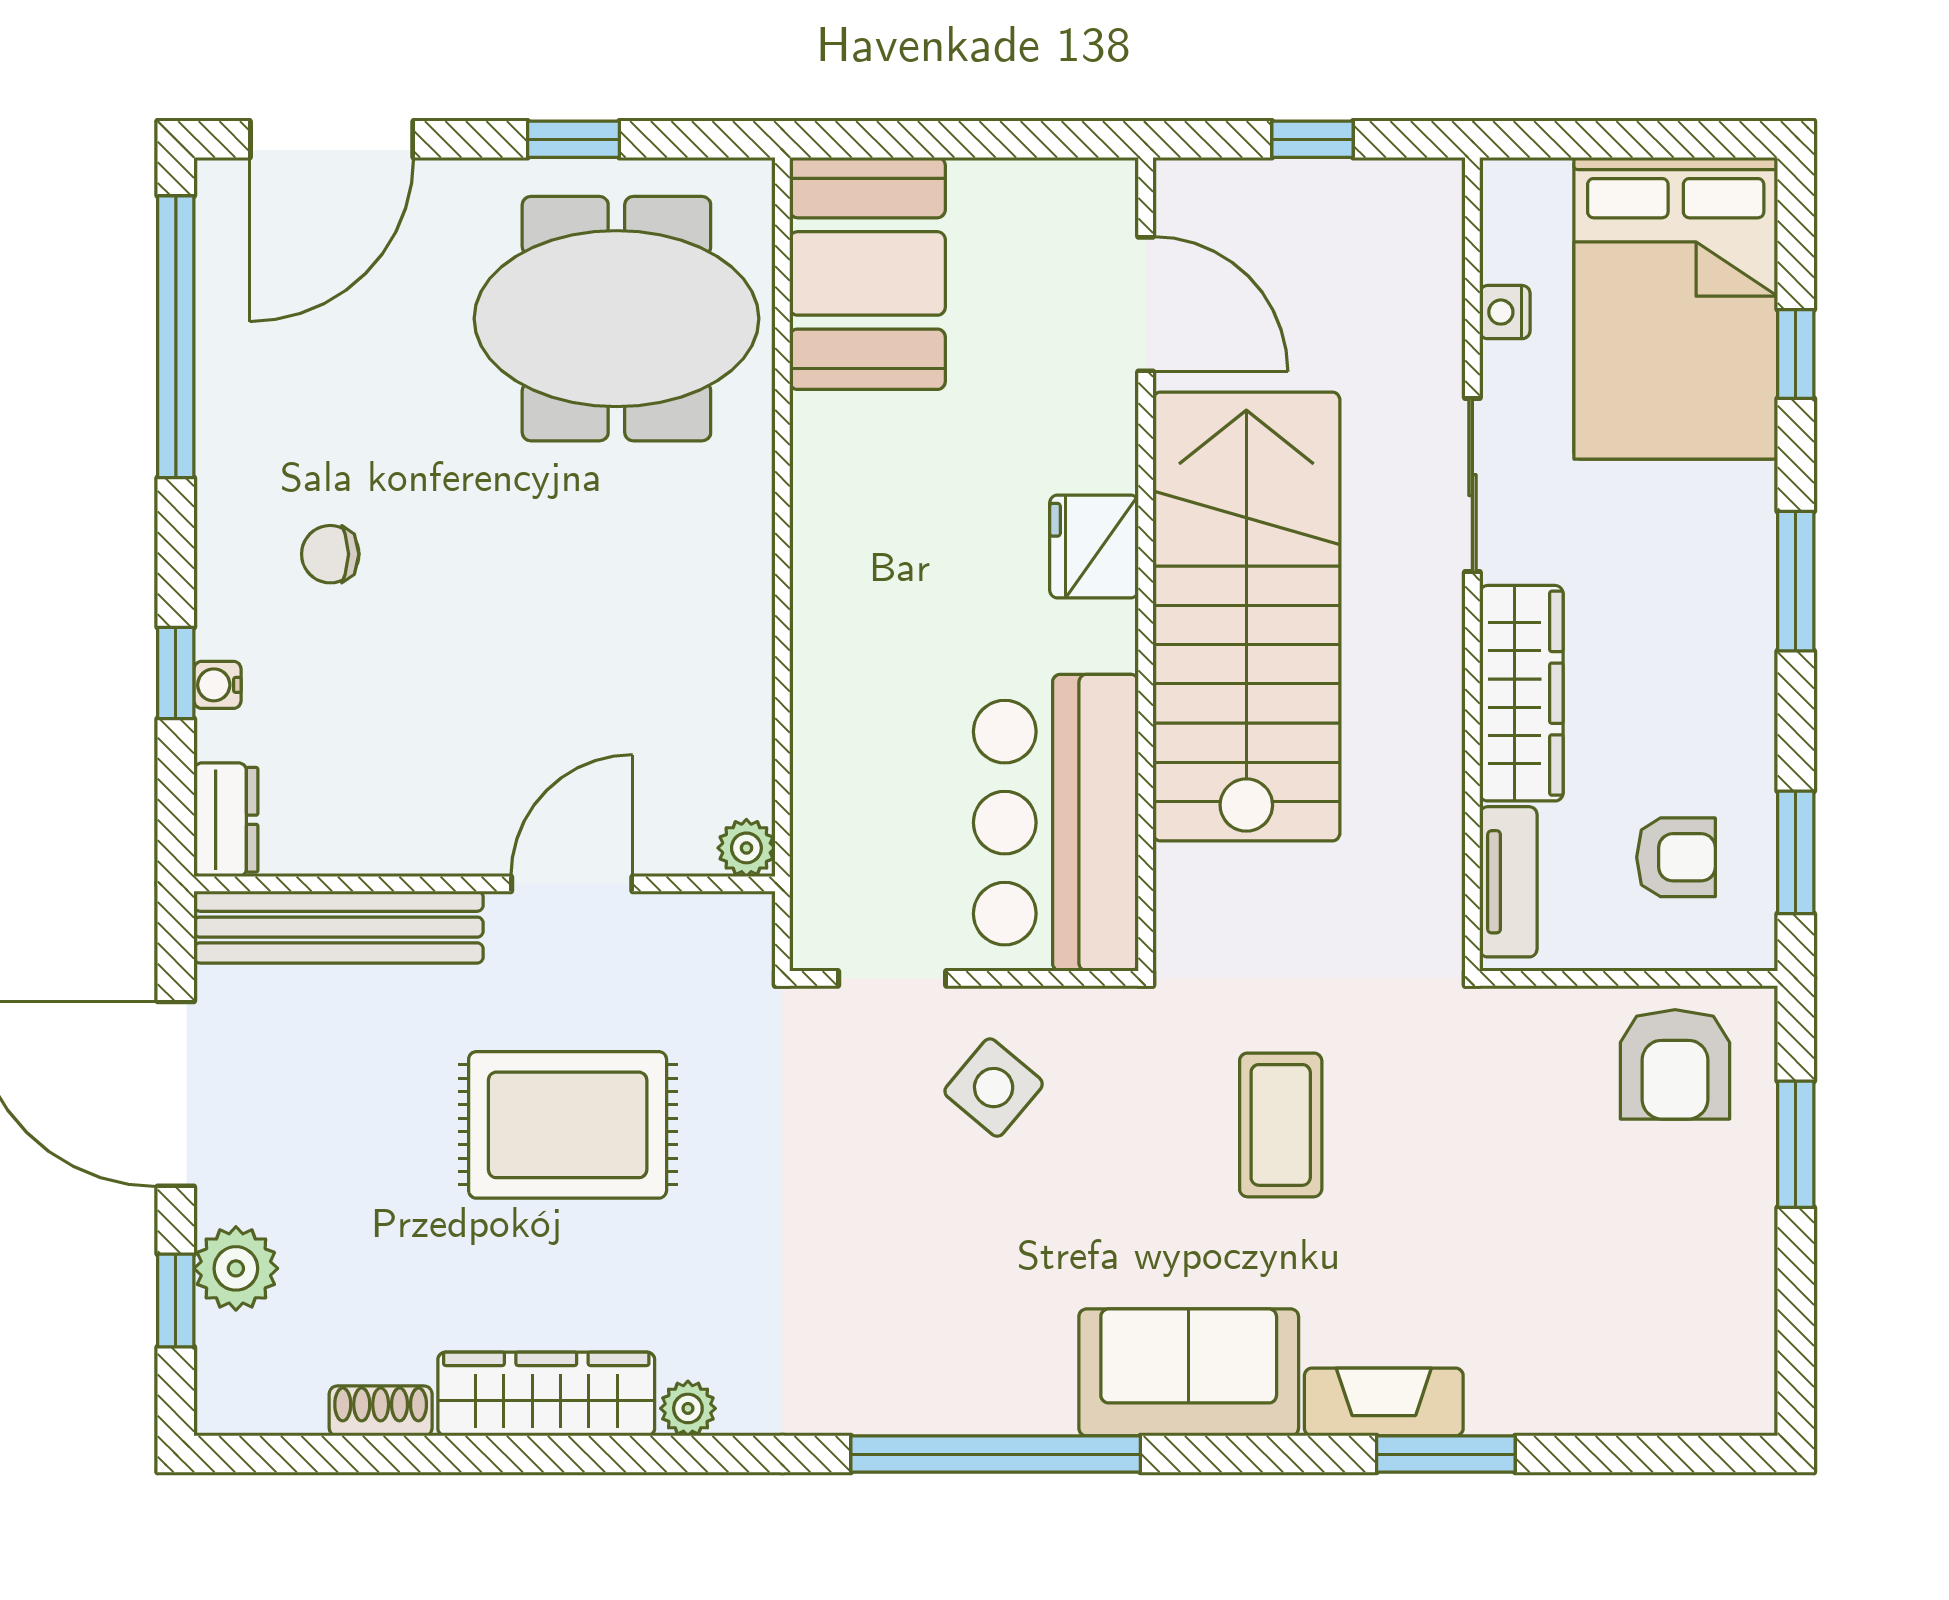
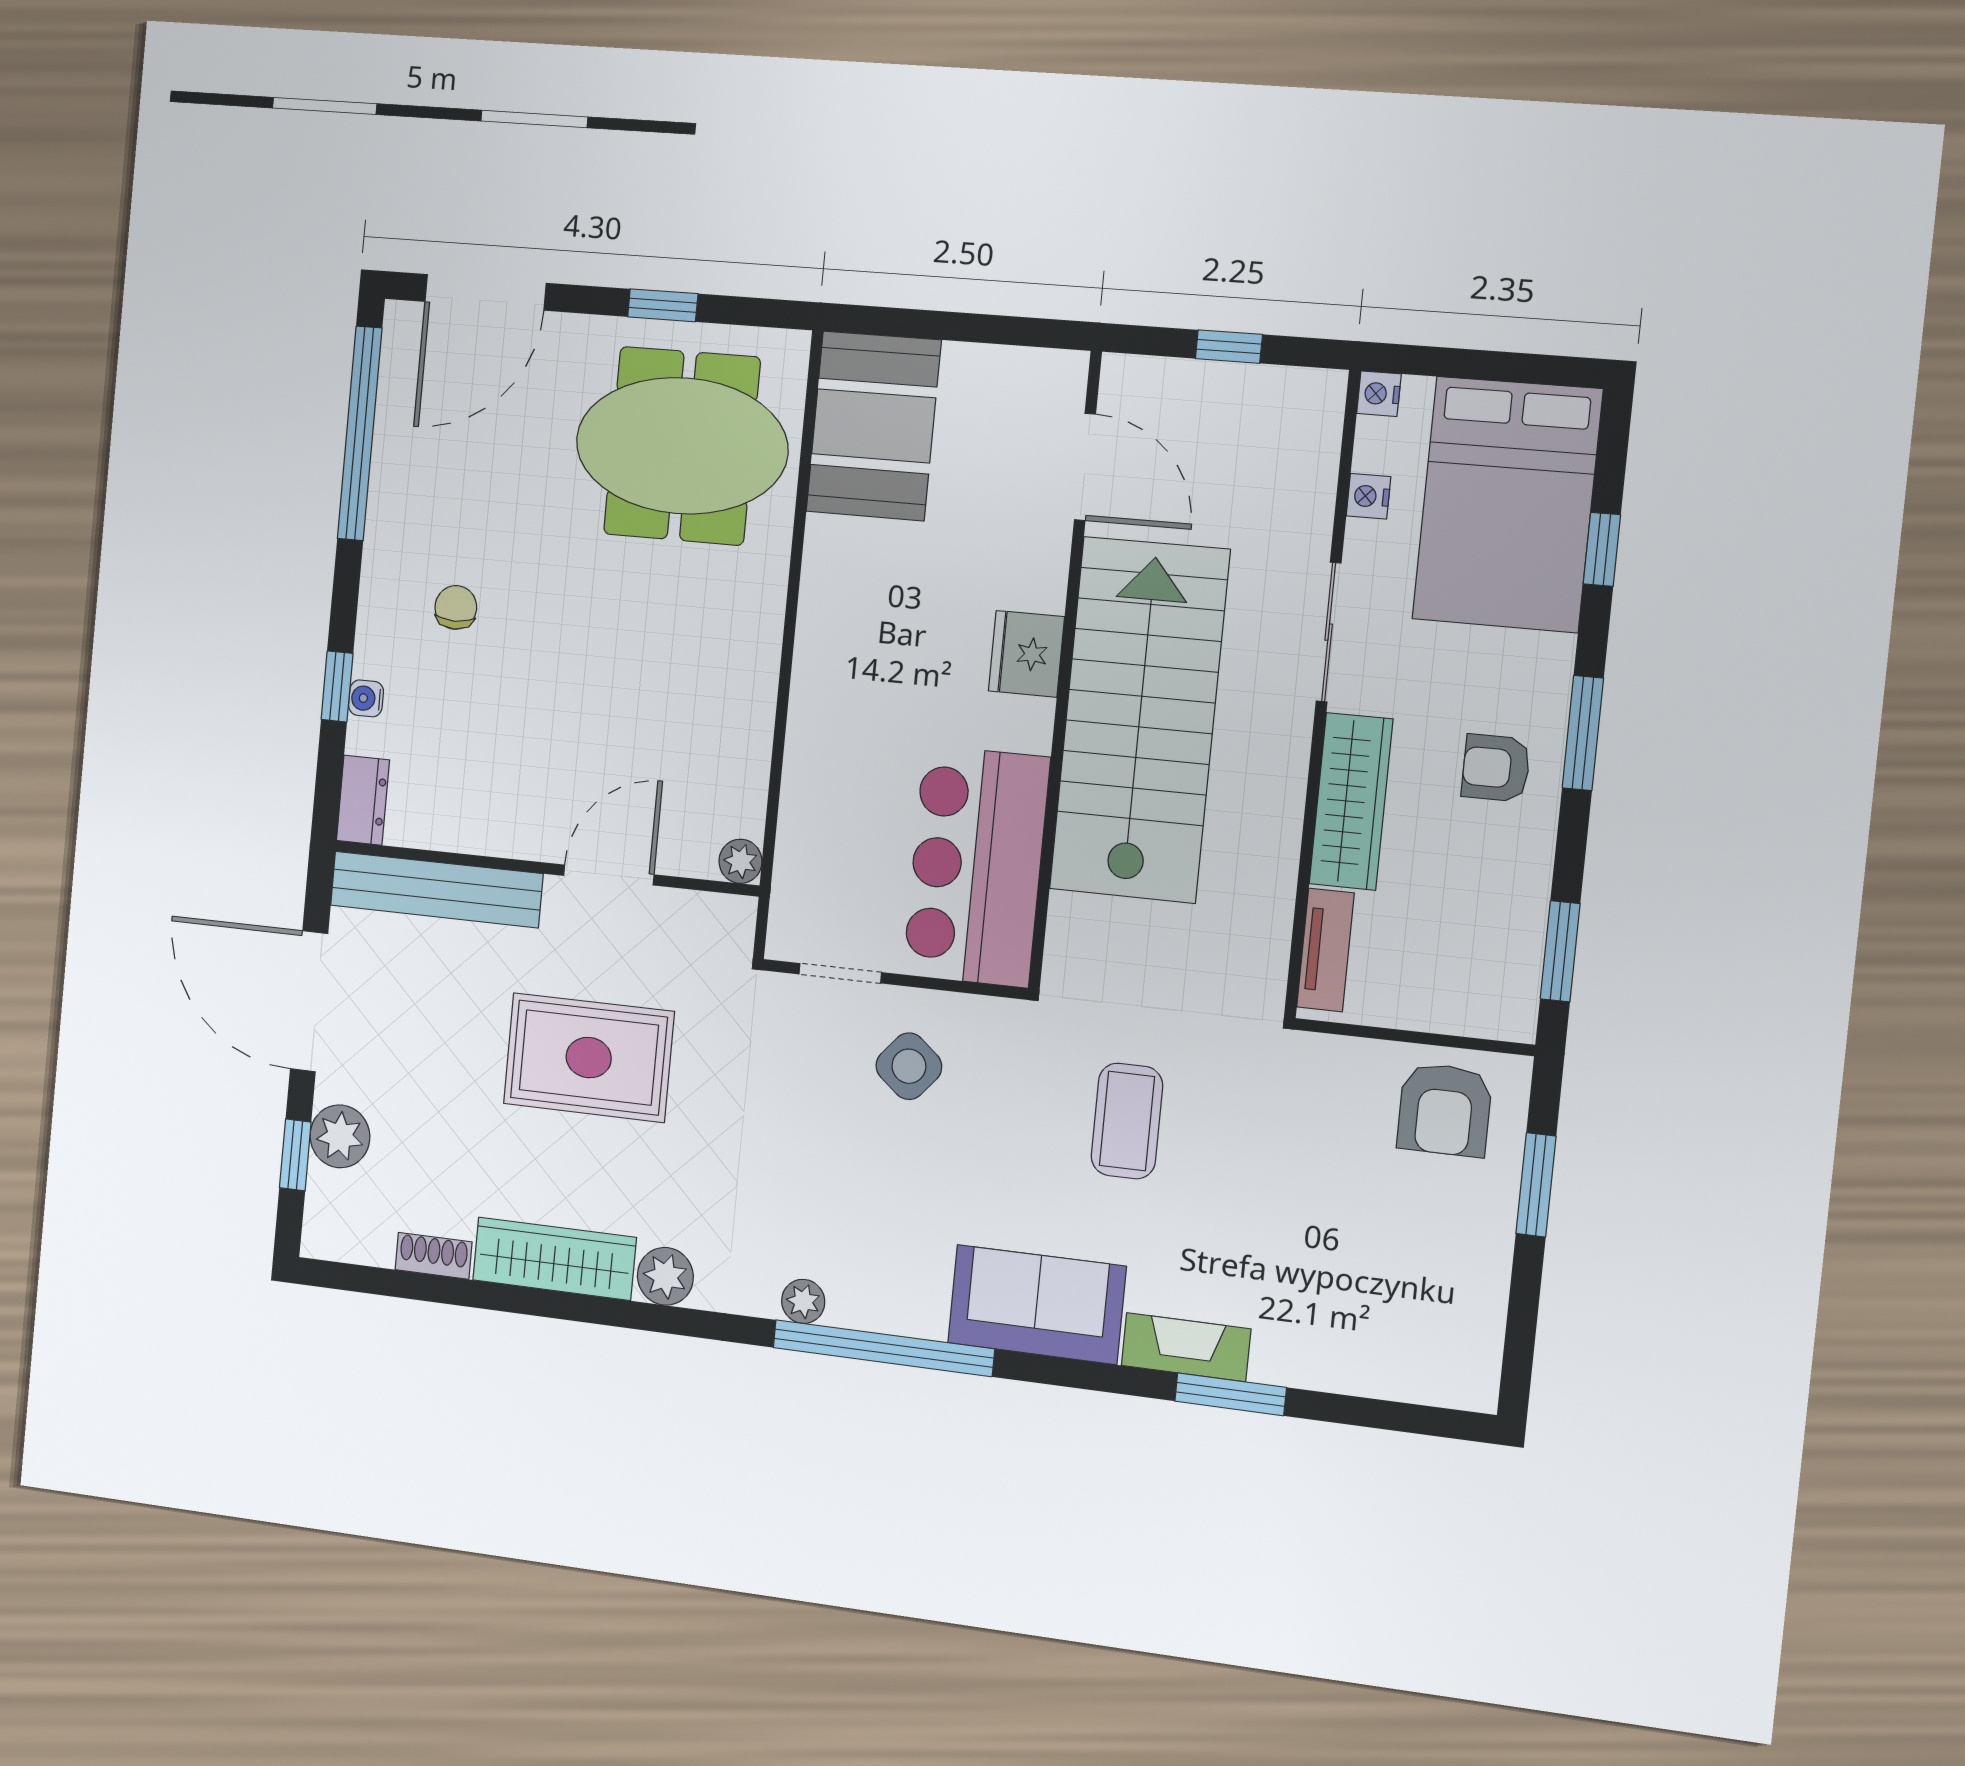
nightstand: (1505, 184) -> (1379, 394), added
chair: (330, 554) -> (456, 607), turned 90
armchair: (1676, 857) -> (1496, 768), moved, turned 180
plant: (885, 1407) -> (803, 1301), added
plant: (688, 1408) -> (665, 1276), width x1.38, depth x1.38

